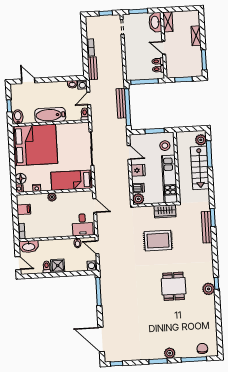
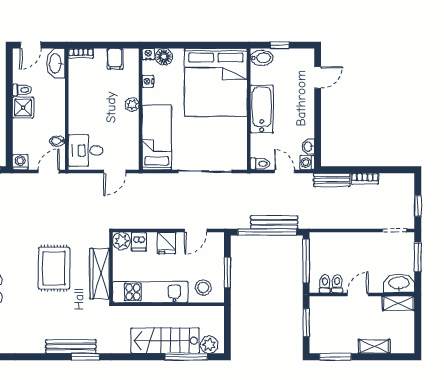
wardrobe: (165, 211) -> (100, 274), width x1.50

